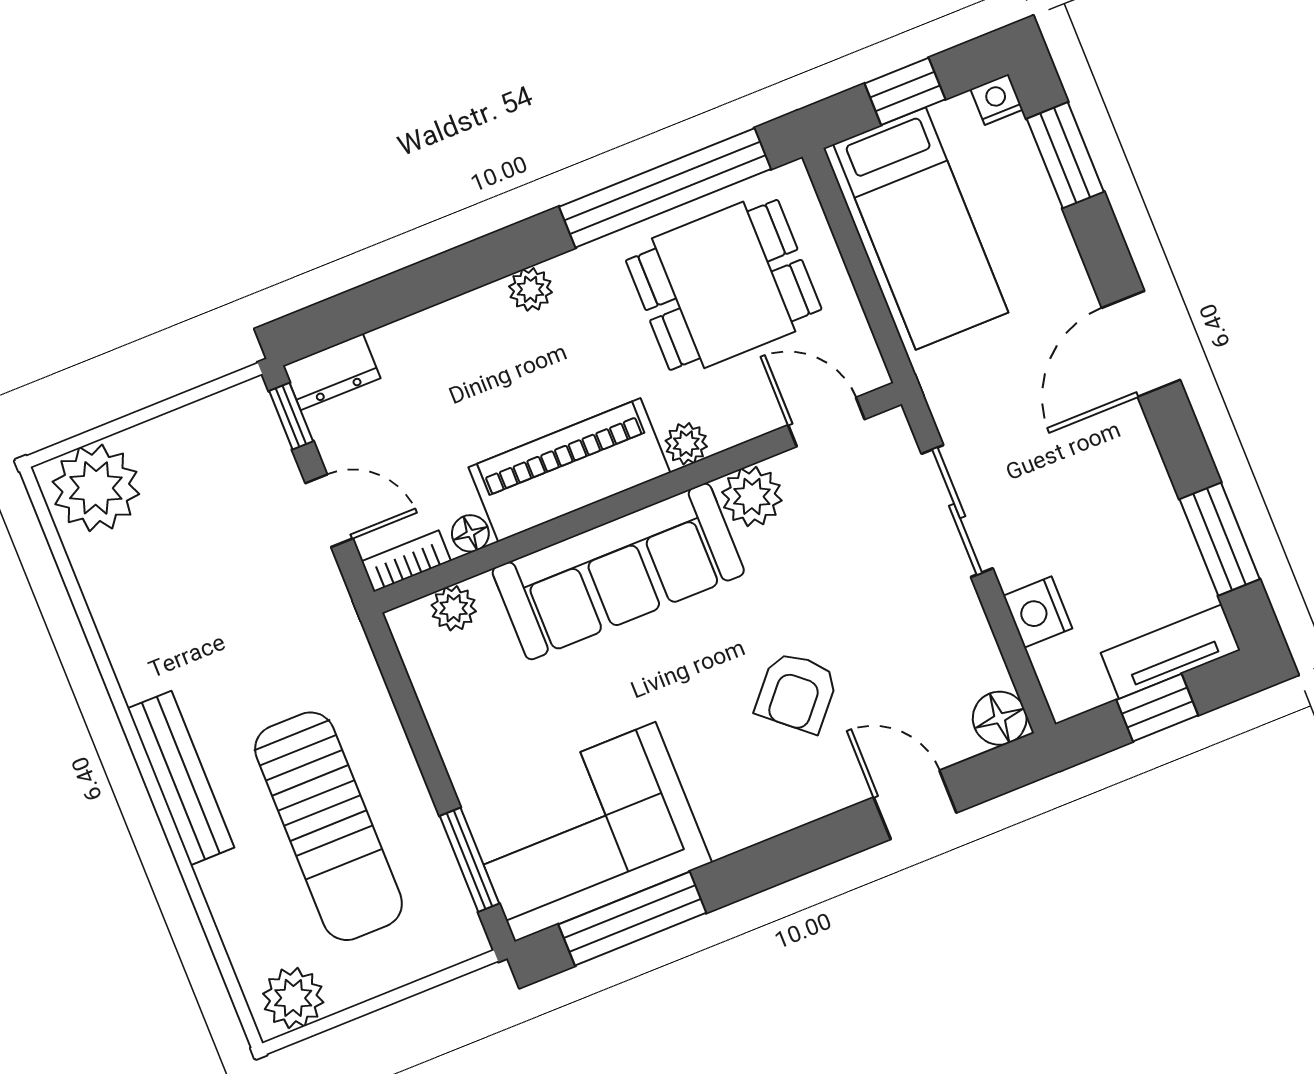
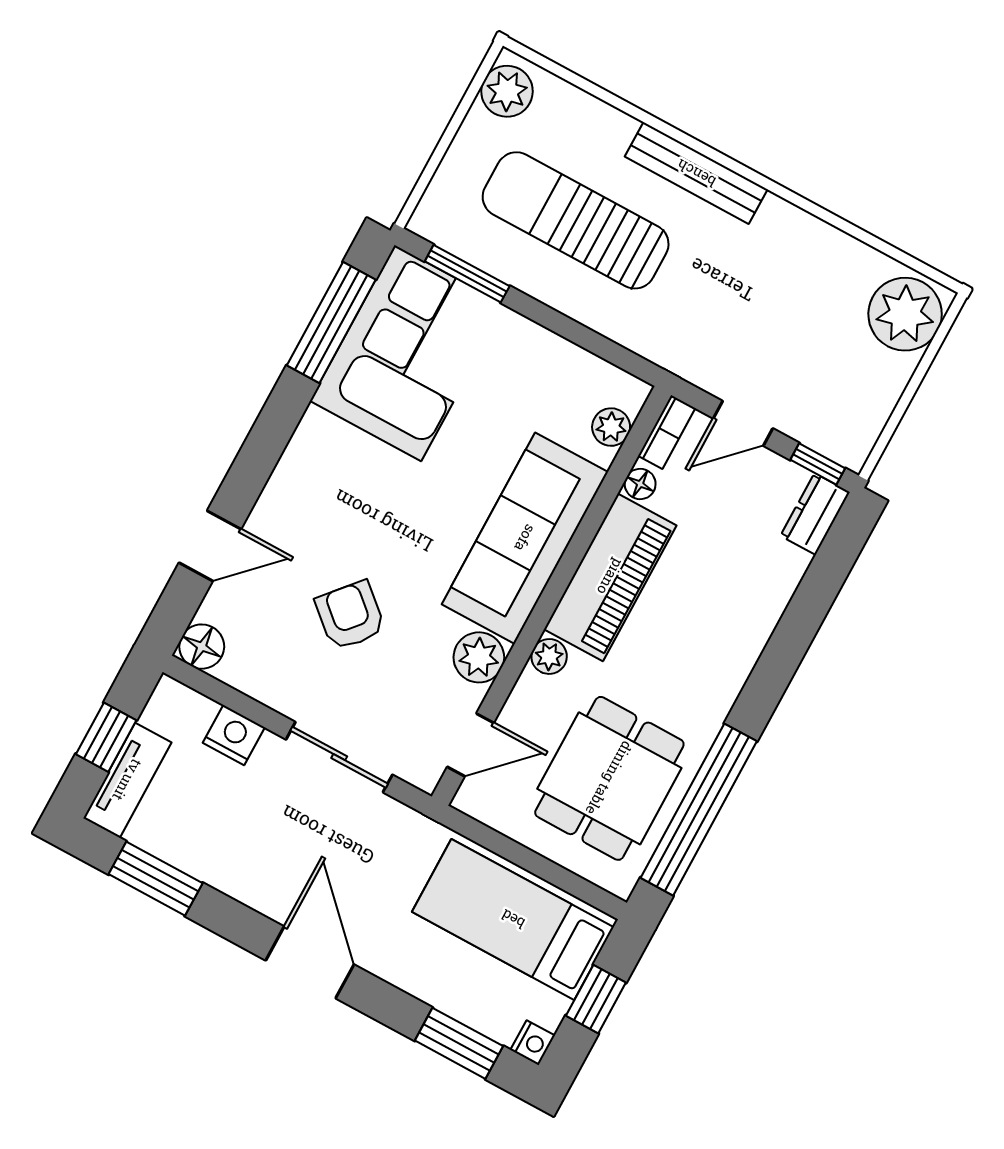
plant: (531, 289) -> (731, 673), removed
armchair: (797, 692) -> (350, 615), moved

